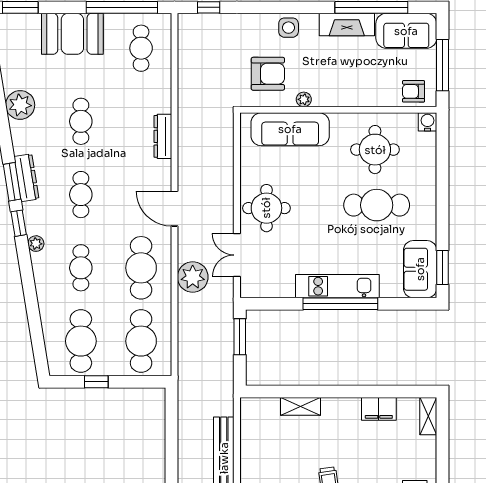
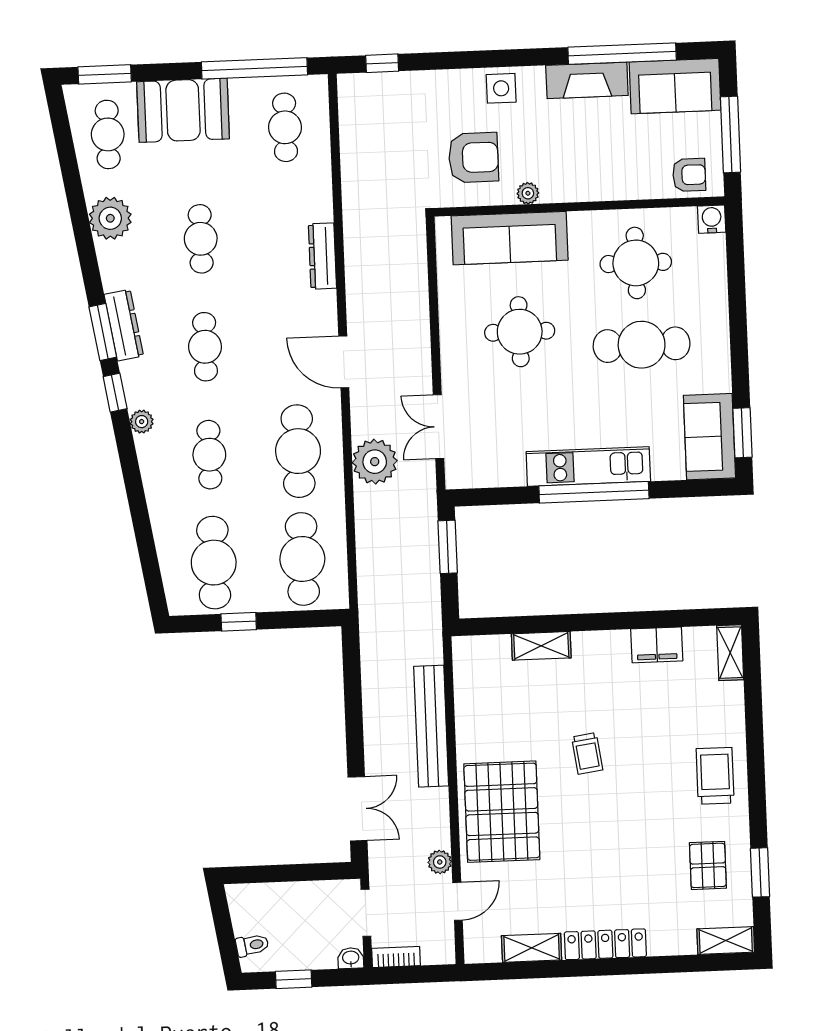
cafe table: (21, 48) -> (108, 134), added
armchair: (413, 91) -> (689, 175), turned 180
round table: (266, 208) -> (520, 332), moved

